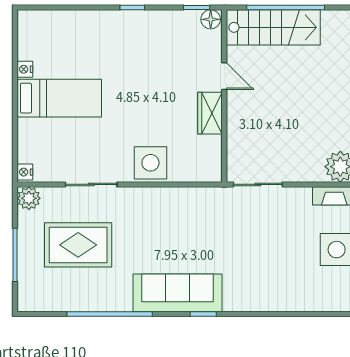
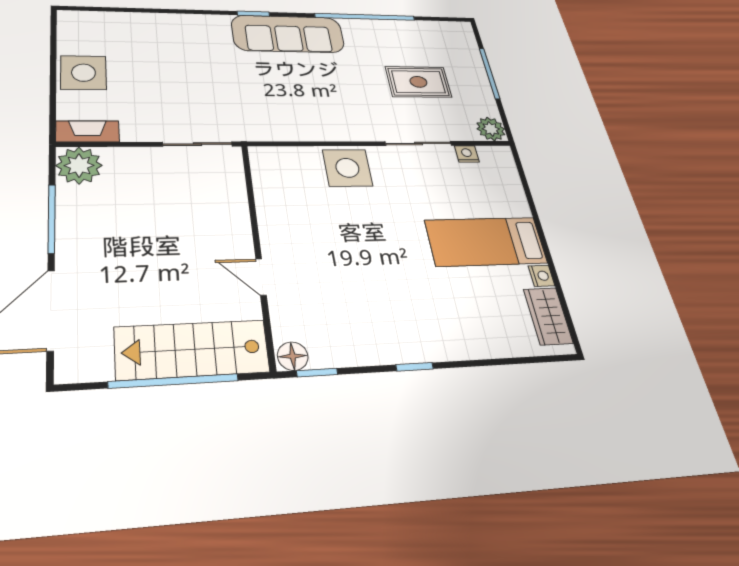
wardrobe: (210, 113) -> (548, 316), moved, turned 180
nightstand: (25, 172) -> (467, 154), moved, turned -90
rug: (78, 245) -> (418, 82), width x0.73, depth x0.70

